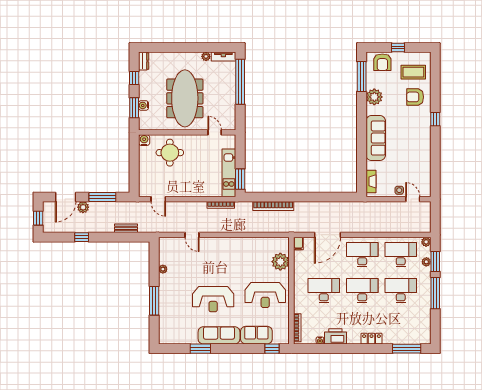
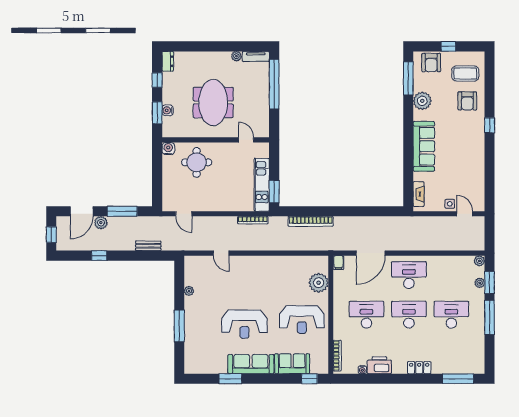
armchair: (415, 97) -> (467, 101), turned -90
meeting table: (185, 98) -> (213, 102), width x0.73
desk: (401, 255) -> (451, 275), removed

